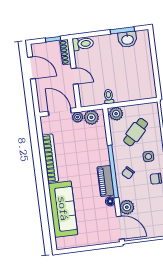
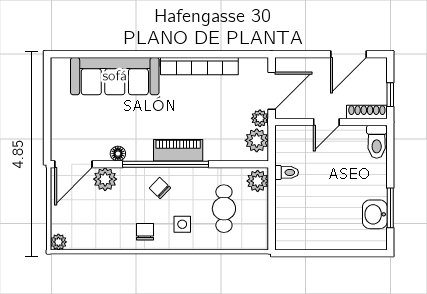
cafe table: (136, 132) -> (224, 209), turned 46
piano: (105, 181) -> (178, 150), moved

